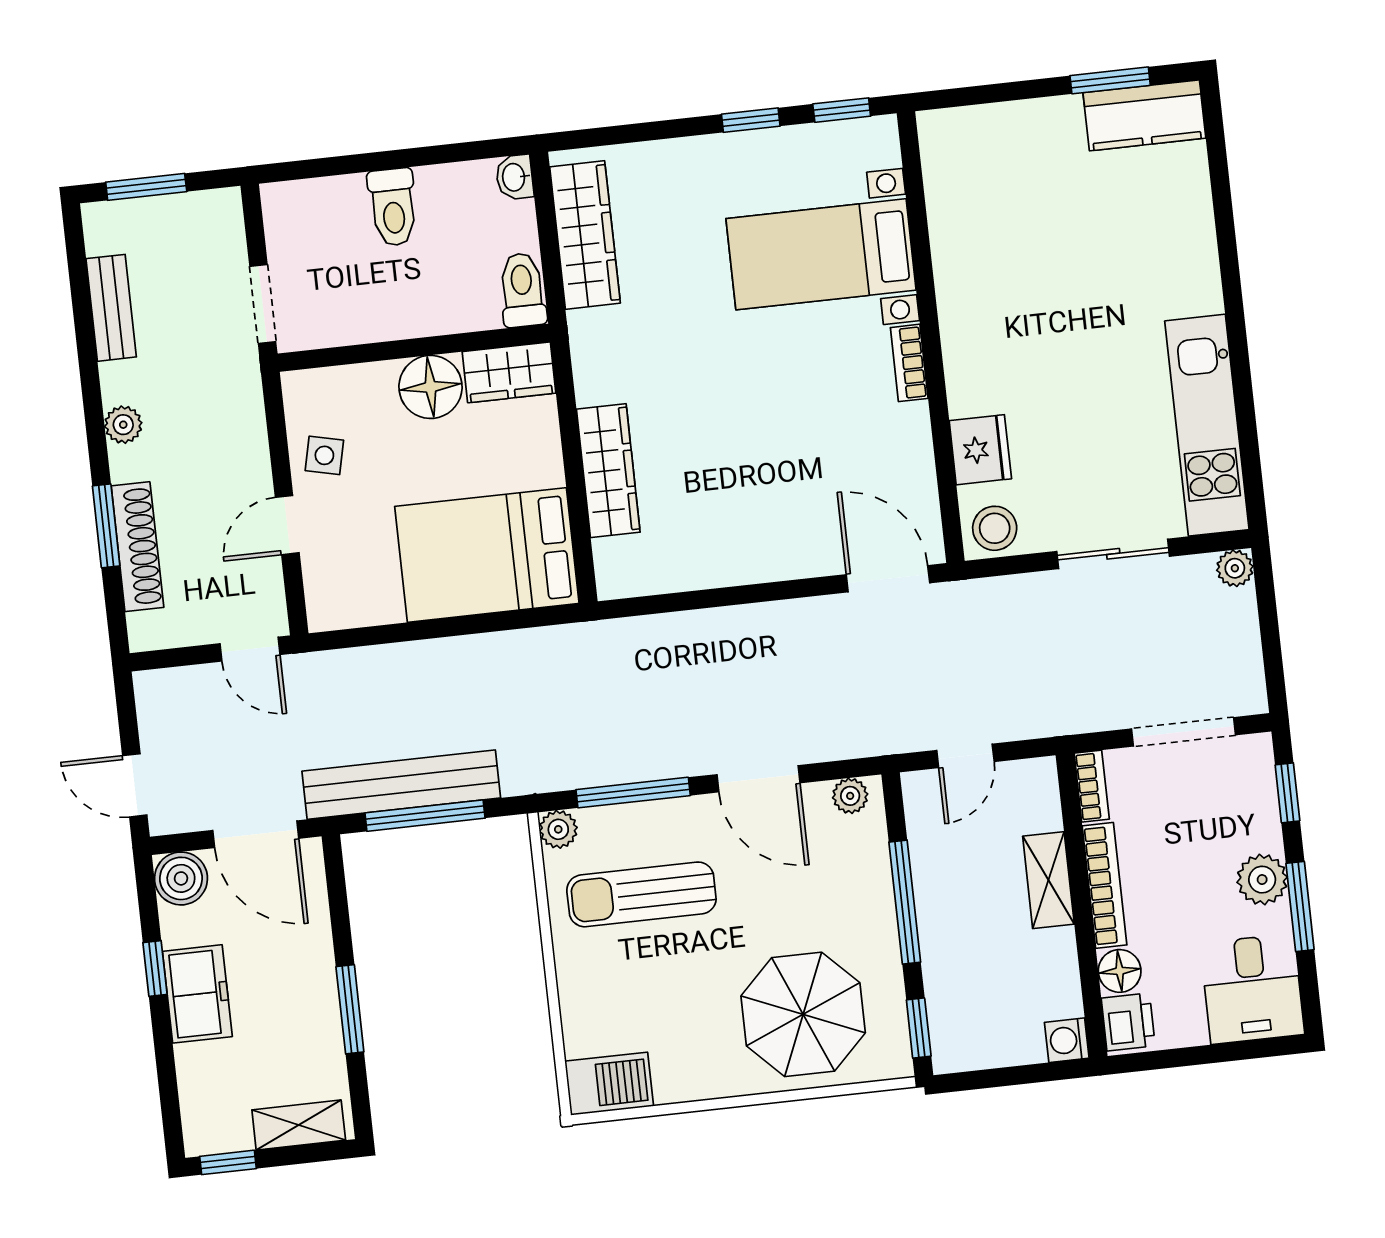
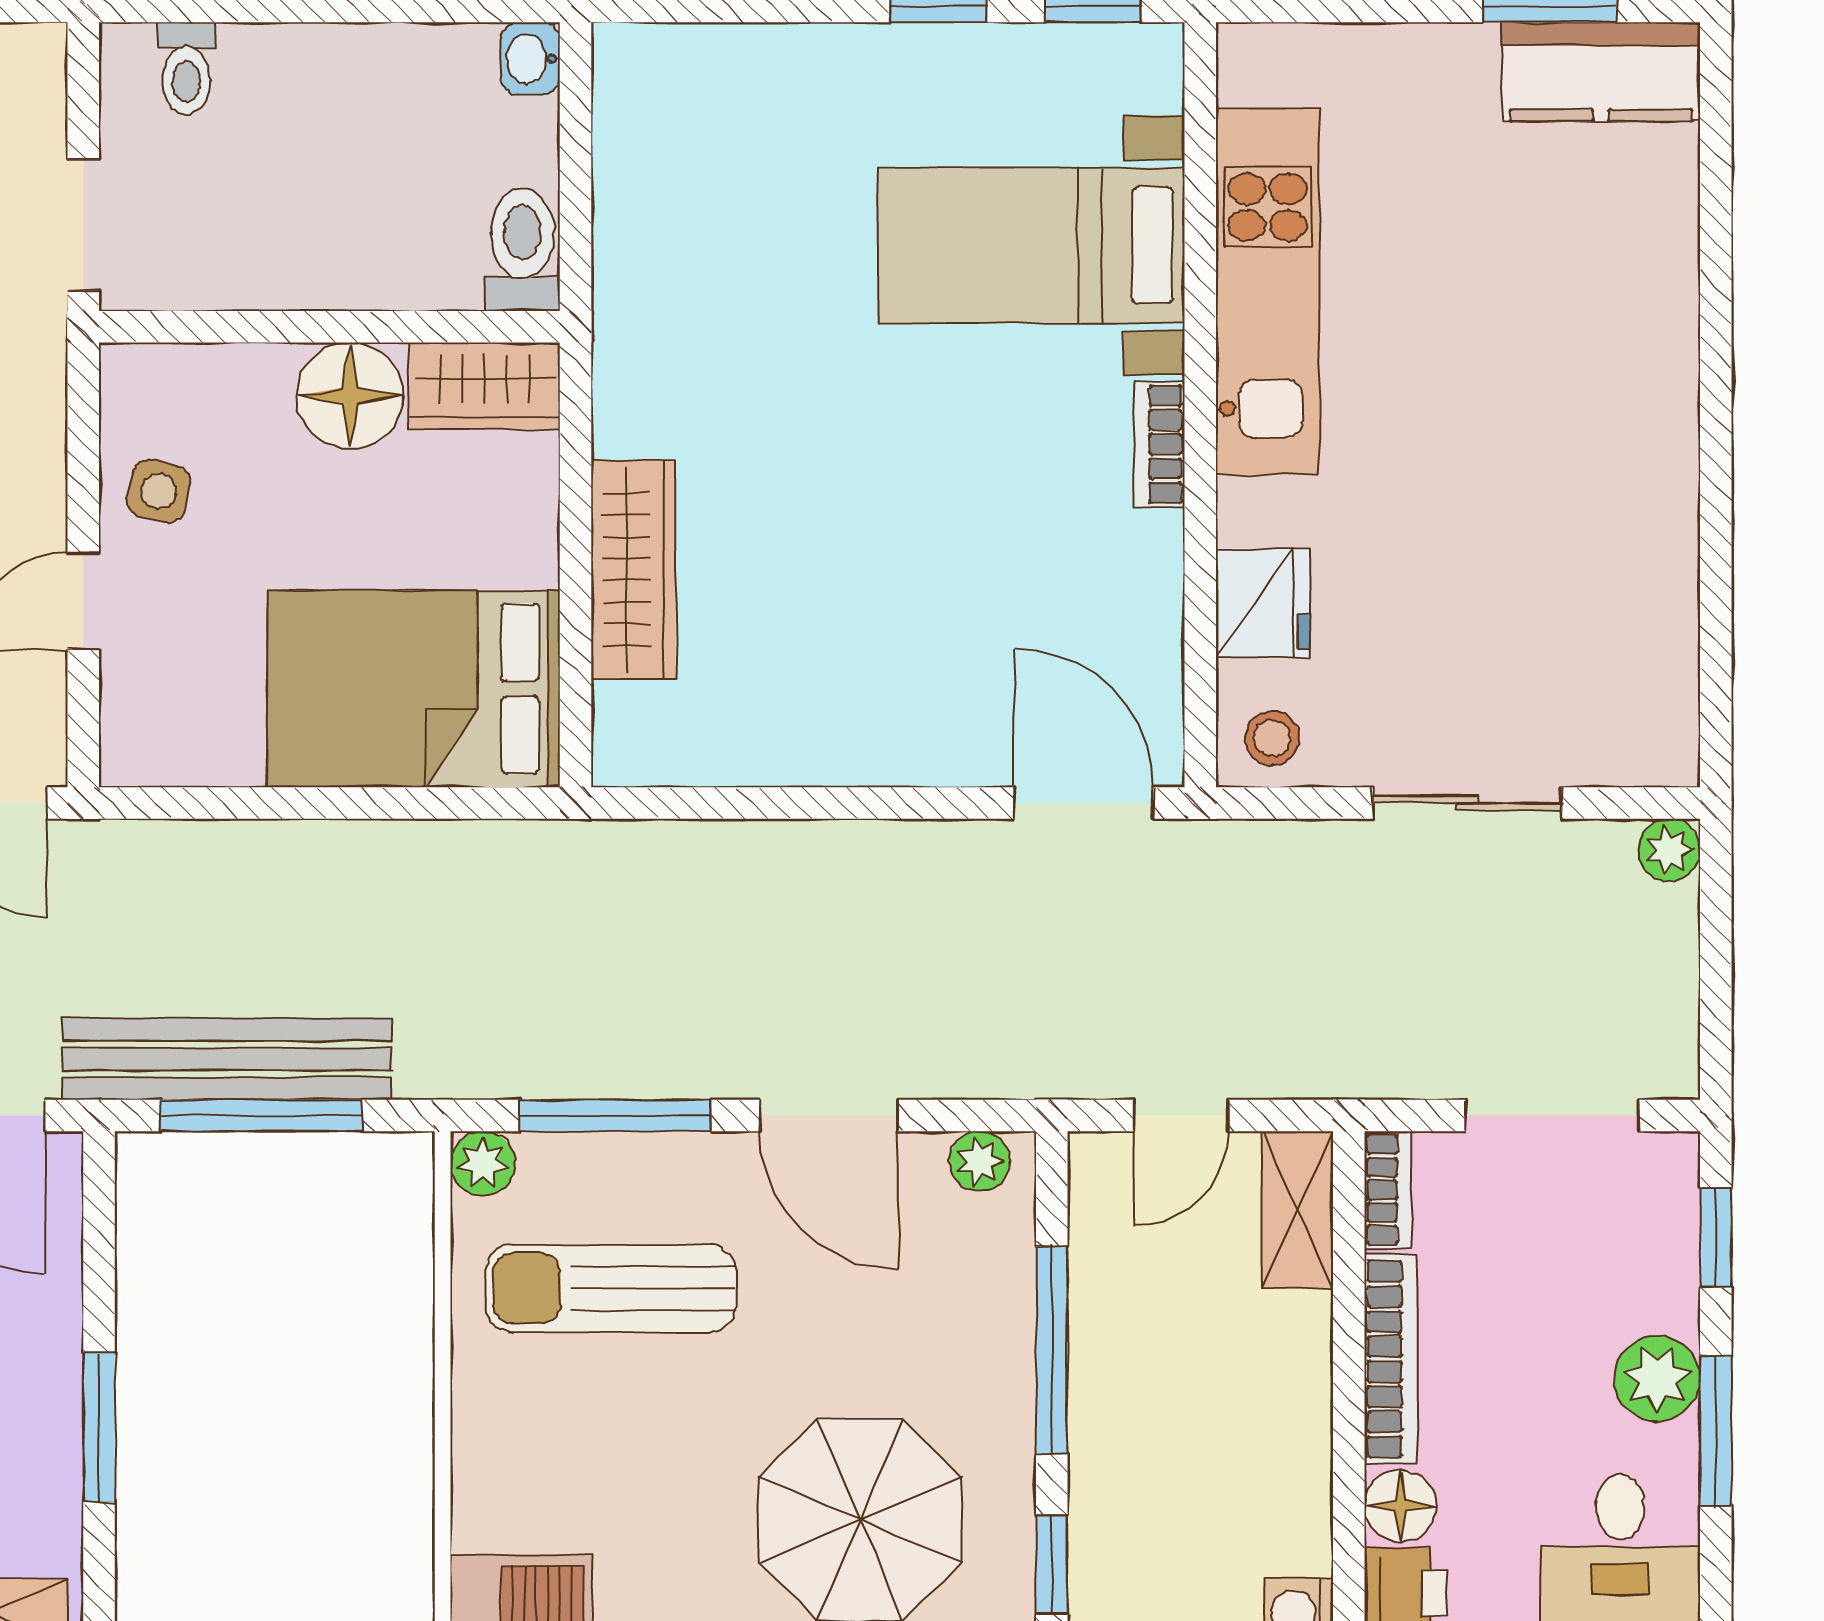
toilet: (393, 207) -> (186, 68), moved, width x0.73, depth x0.72
wardrobe: (585, 235) -> (638, 169), removed
kitchen unit: (1207, 425) -> (1268, 291), moved, turned 180
stool: (995, 528) -> (1272, 738), width x0.73, depth x0.73
shelving: (1048, 880) -> (1298, 1210), moved

